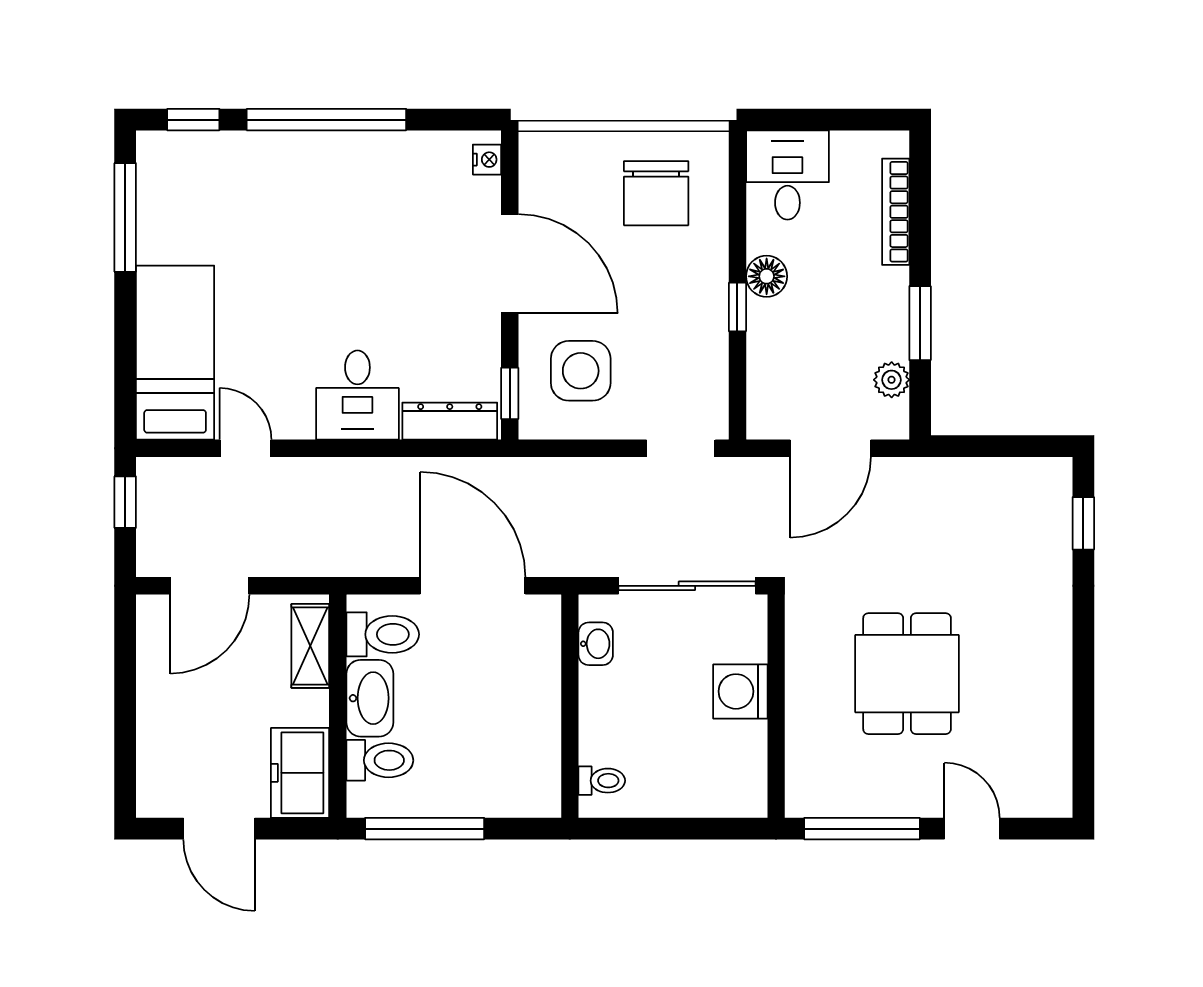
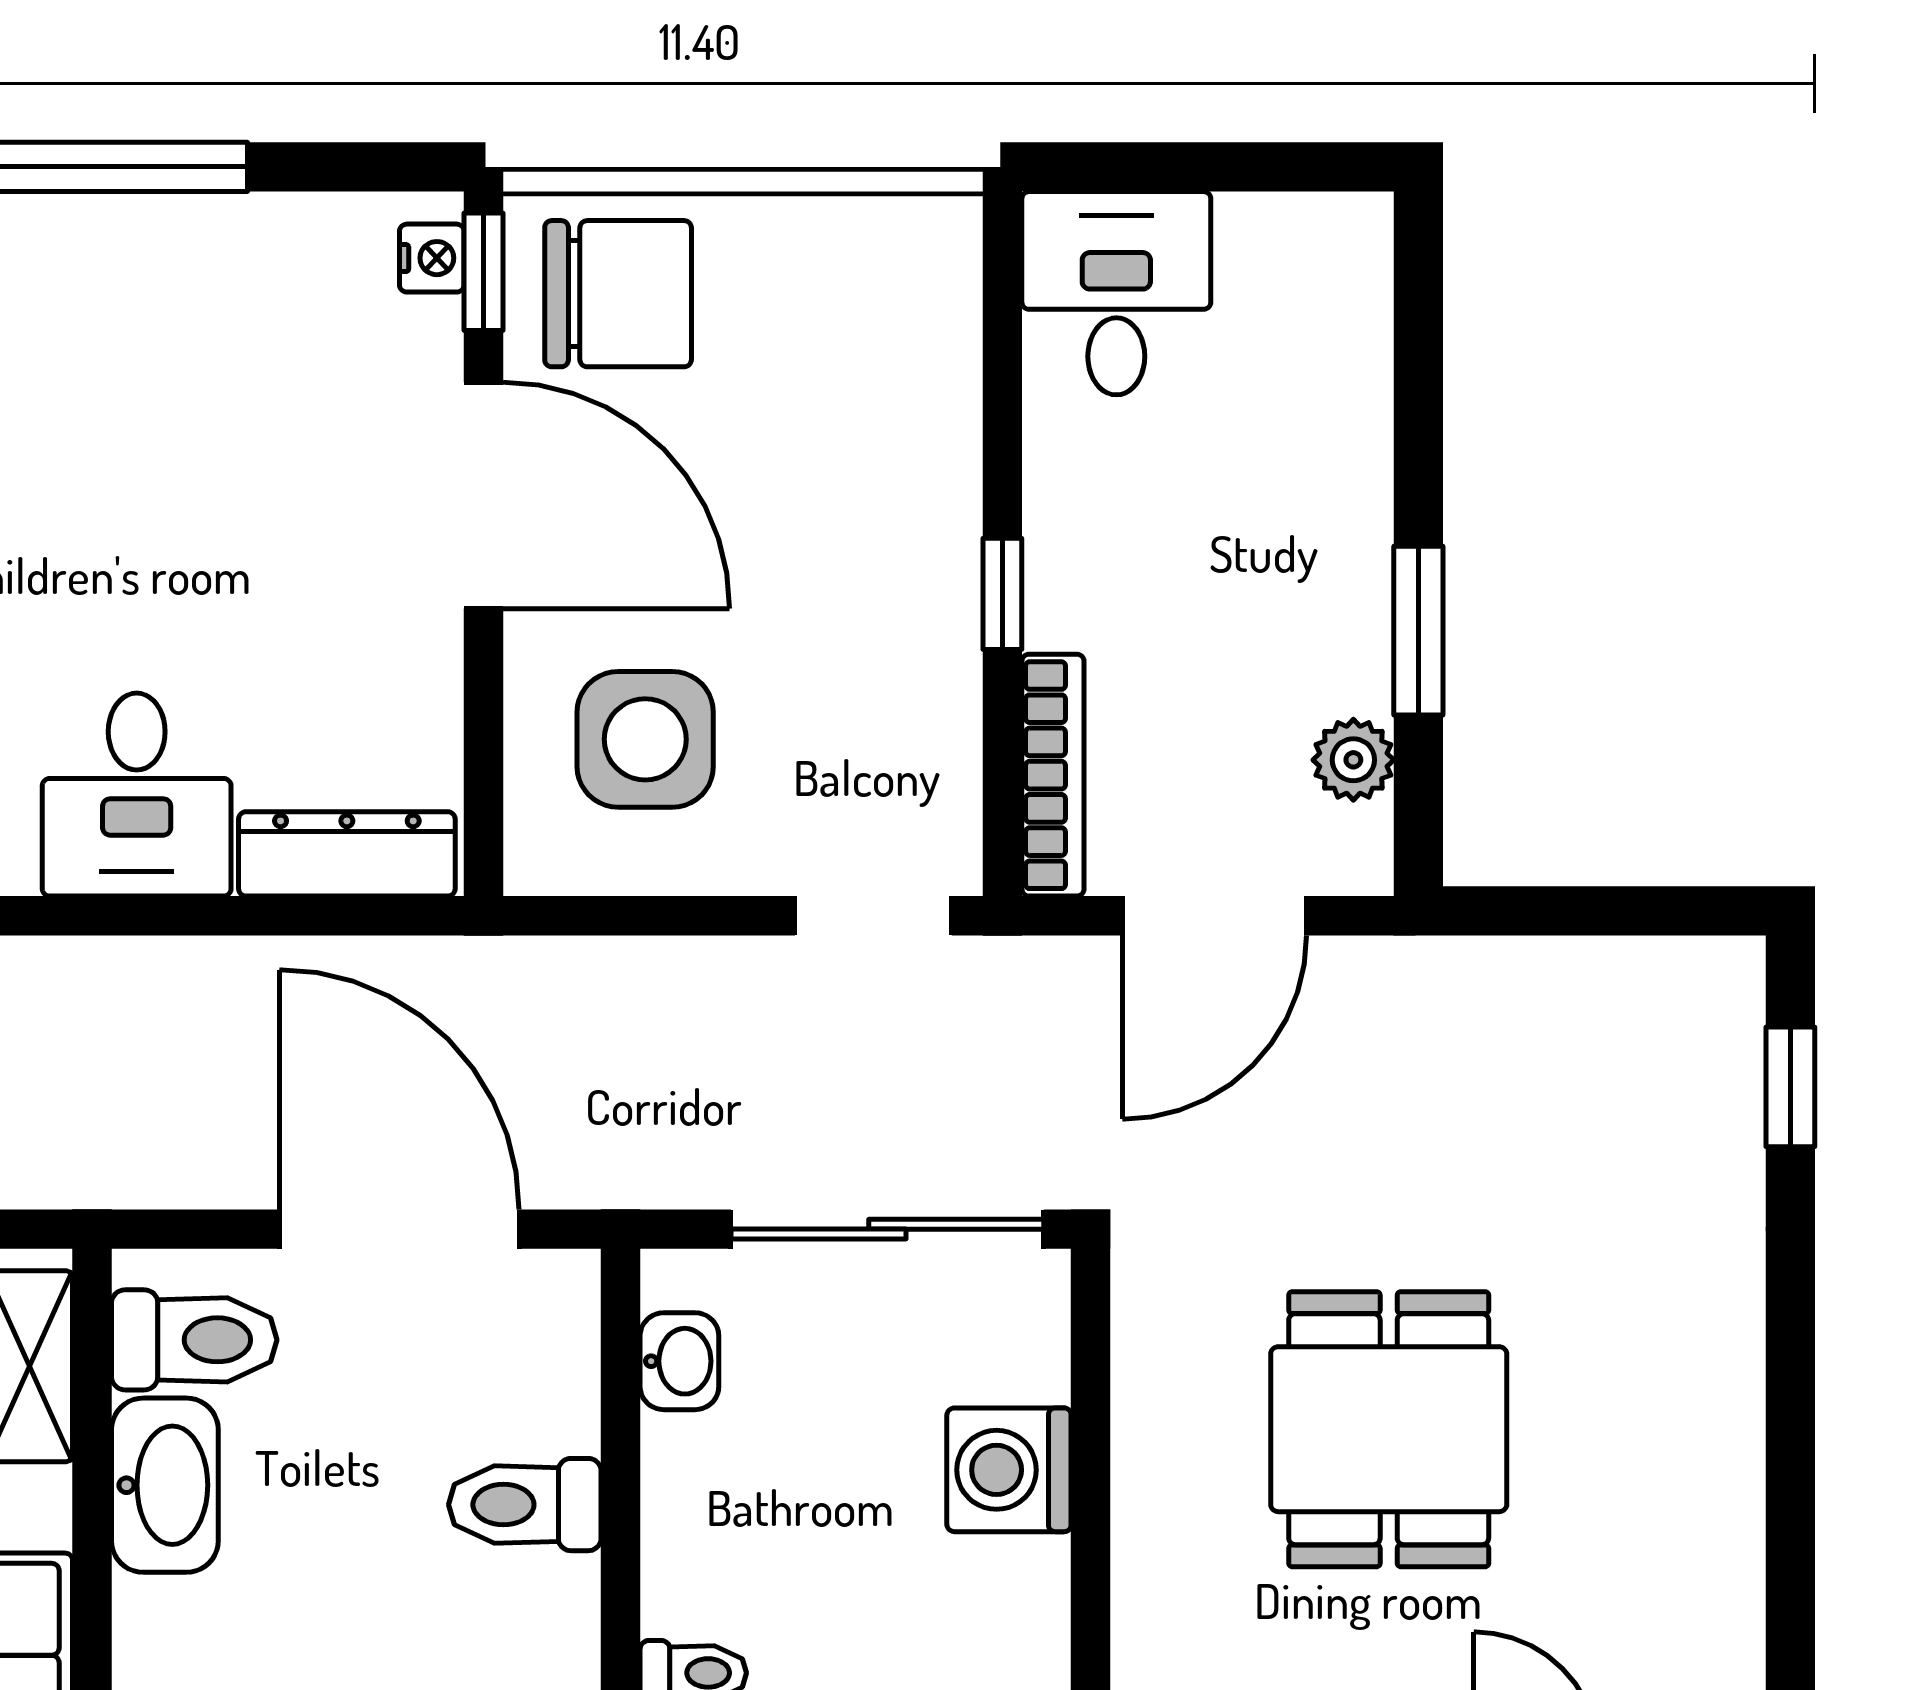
chair: (656, 193) -> (618, 294), moved, turned -90
bookcase: (896, 212) -> (1053, 775), moved, turned 180
floor lamp: (767, 276) -> (1069, 524), removed
window: (510, 393) -> (484, 272), moved
toilet: (380, 760) -> (525, 1505), moved, turned 180

